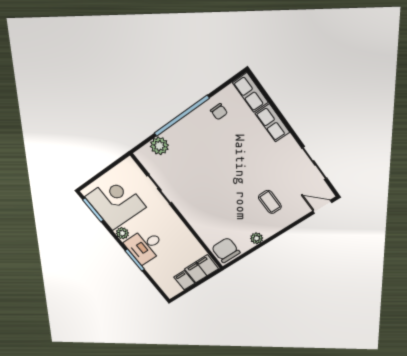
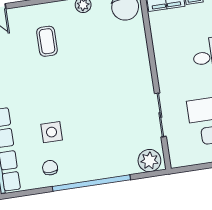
side table: (232, 139) -> (52, 132), added
plant: (159, 146) -> (149, 161), moved

